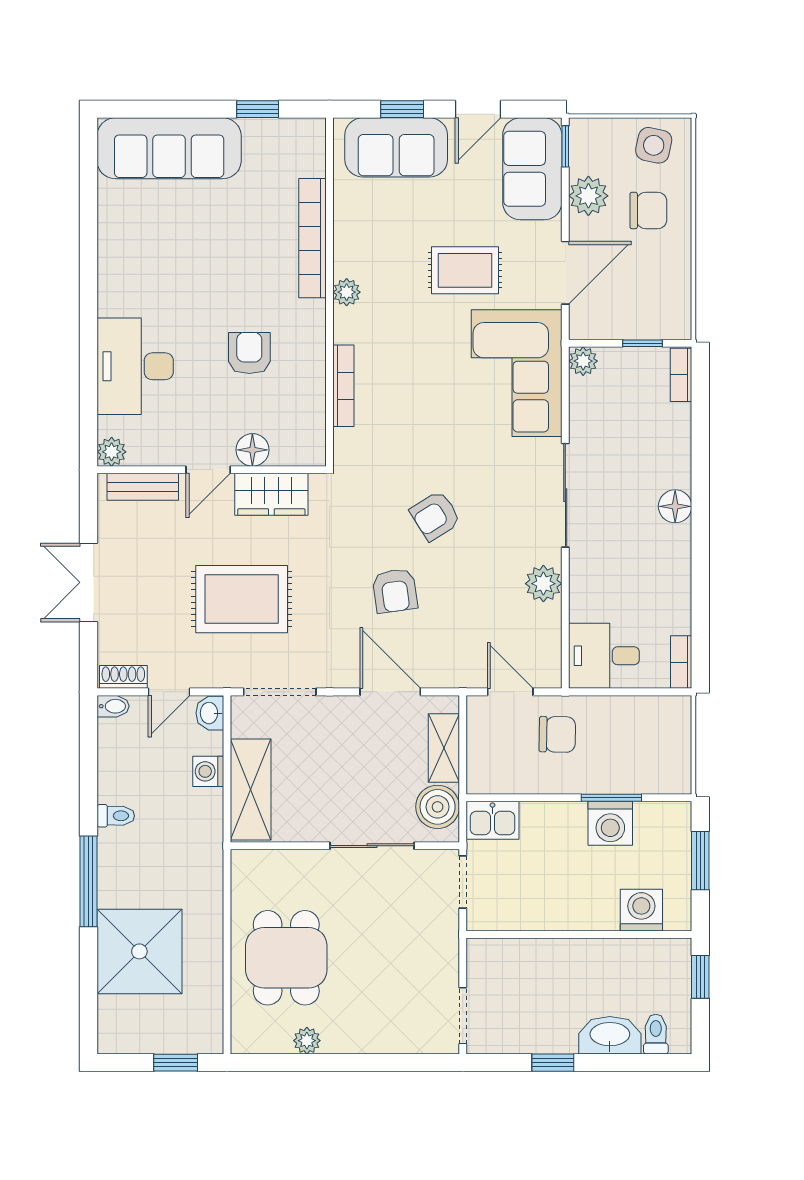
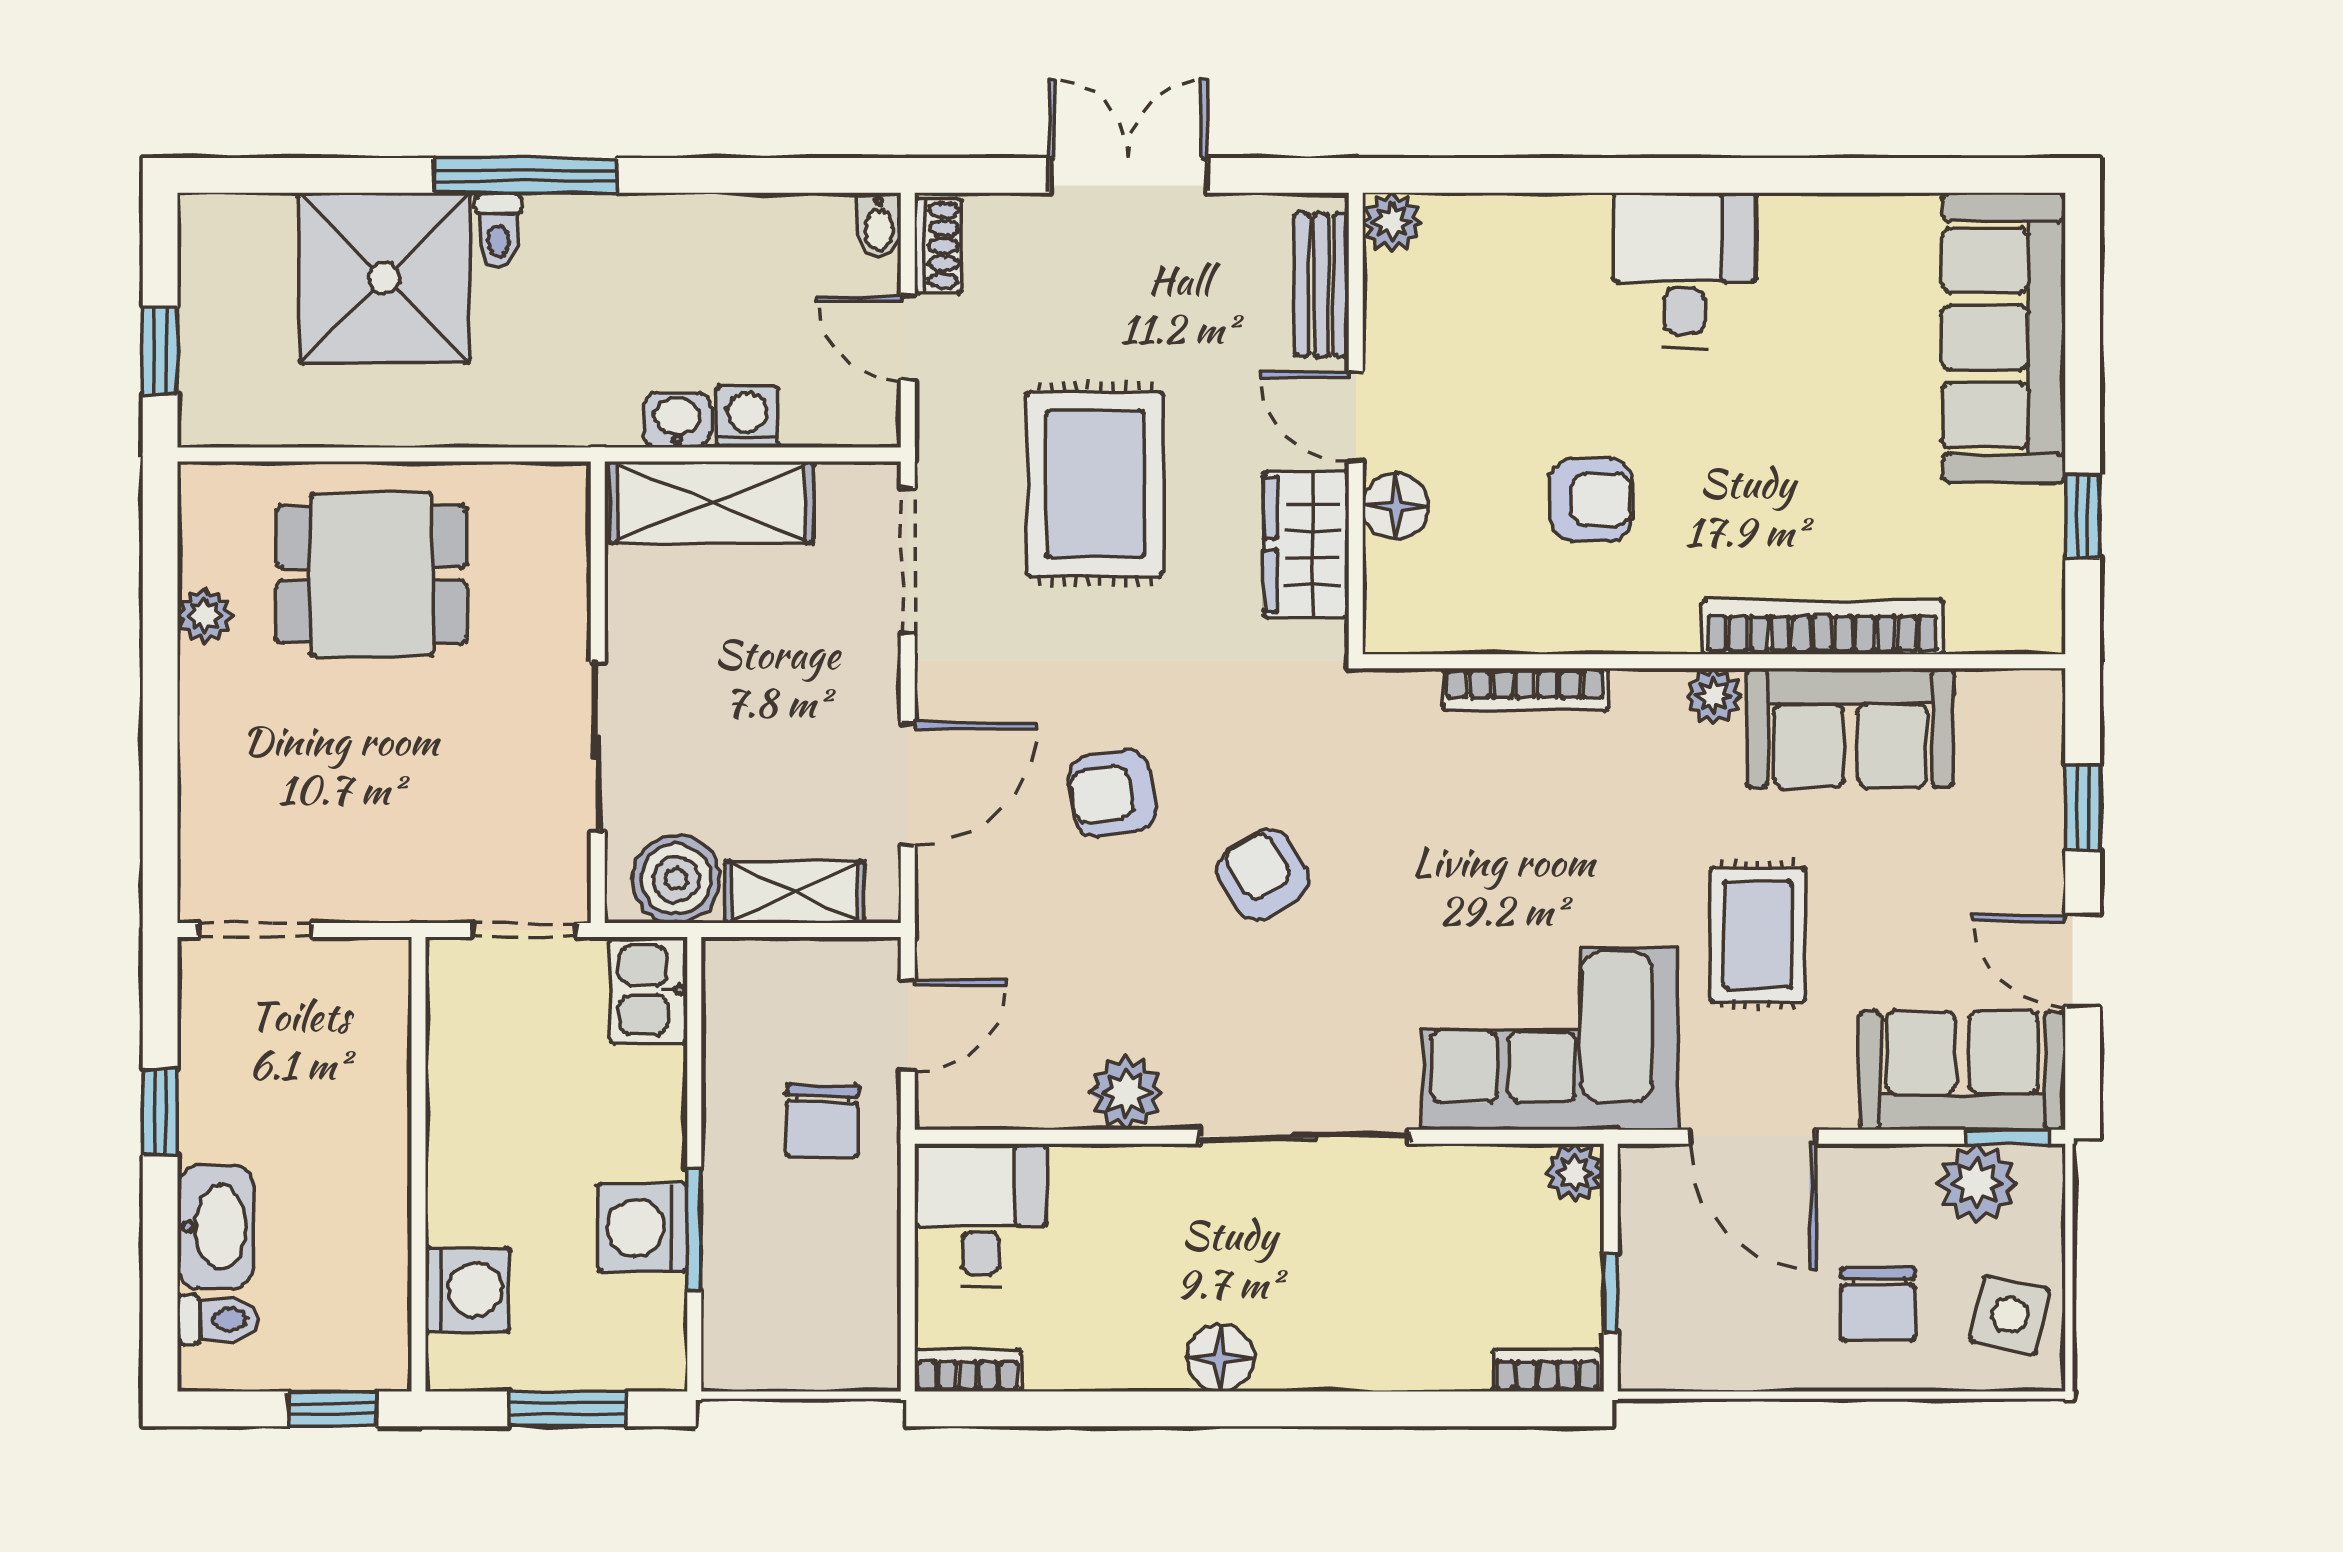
sofa: (396, 147) -> (1850, 728), moved, turned -90
plant: (588, 196) -> (1977, 1183), moved
desk: (135, 366) -> (1685, 270), moved, width x0.73
floor lamp: (675, 506) -> (1221, 1358), moved
washbasin: (210, 713) -> (677, 420), moved
toilet: (116, 816) -> (498, 230), moved

